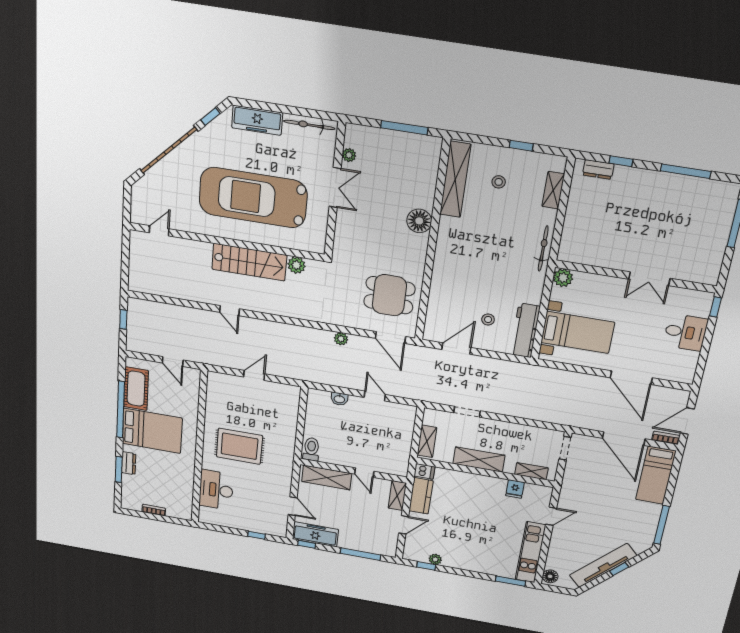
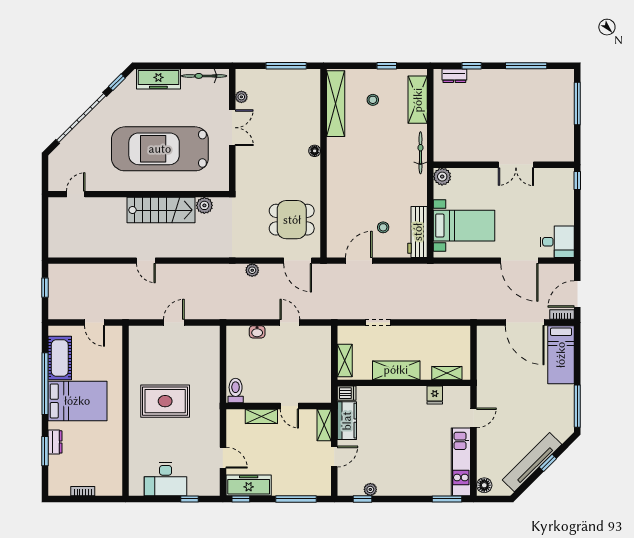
shelving: (553, 190) -> (418, 100), width x1.50, depth x1.33
floor lamp: (419, 221) -> (315, 151), width x0.53, depth x0.53
desk: (685, 332) -> (557, 242), moved
doorway: (565, 448) -> (474, 343), removed
shelving: (327, 478) -> (261, 416), width x0.67, depth x0.75
desk: (216, 490) -> (166, 479), moved, turned -90

